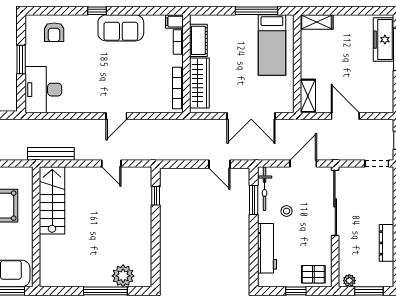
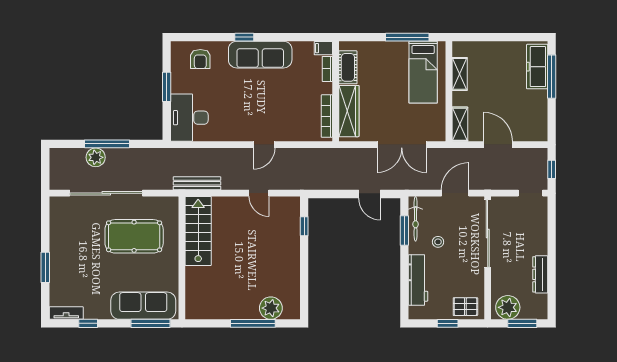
shelving: (317, 22) -> (460, 74), moved, turned 90
sofa: (121, 28) -> (260, 55), width x1.36
plant: (349, 281) -> (508, 307), width x1.88, depth x1.88

